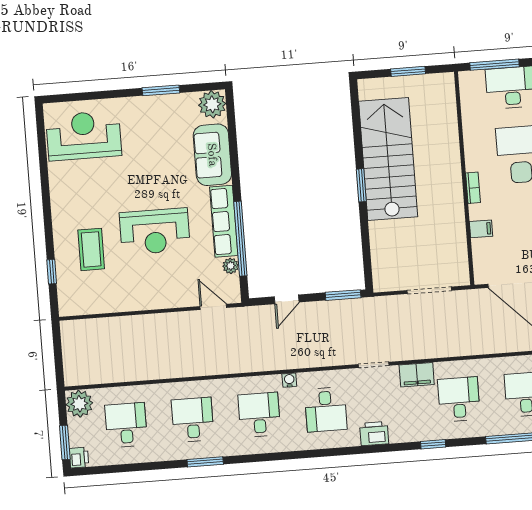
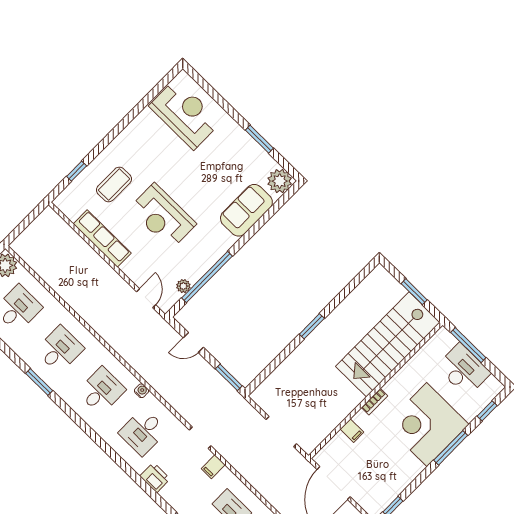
stairs: (388, 159) -> (388, 344), moved, turned 180
row of seats: (224, 221) -> (102, 238), moved, turned 90
filing cabinet: (417, 375) -> (213, 467), width x0.50

